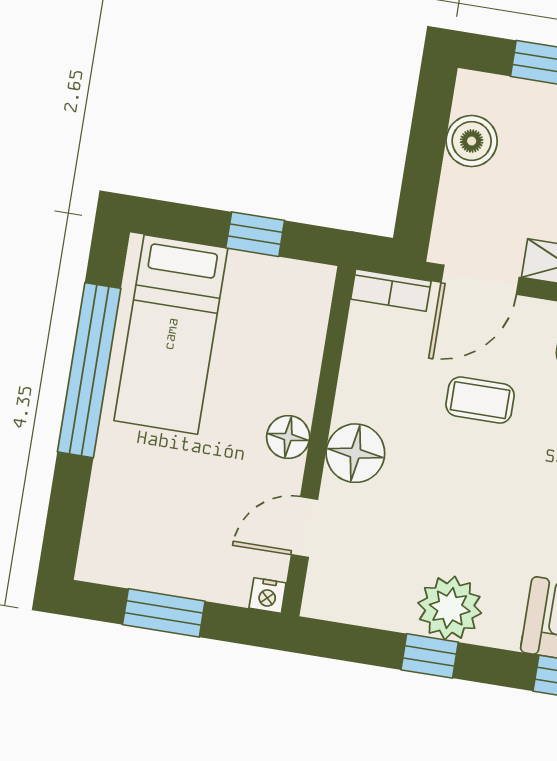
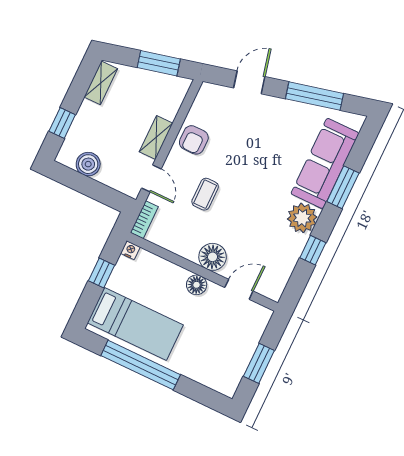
door: (480, 280) -> (151, 178), width x0.73
door: (304, 527) -> (239, 289), swing flipped
nightstand: (268, 596) -> (130, 250), moved, turned -90
plant: (450, 608) -> (302, 218), moved

